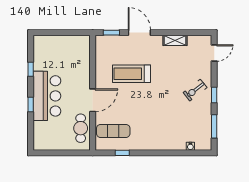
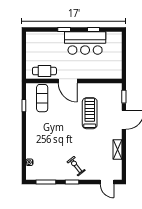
bar counter: (47, 96) -> (85, 43), moved

